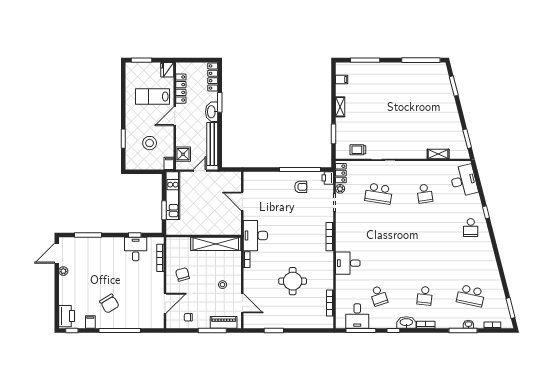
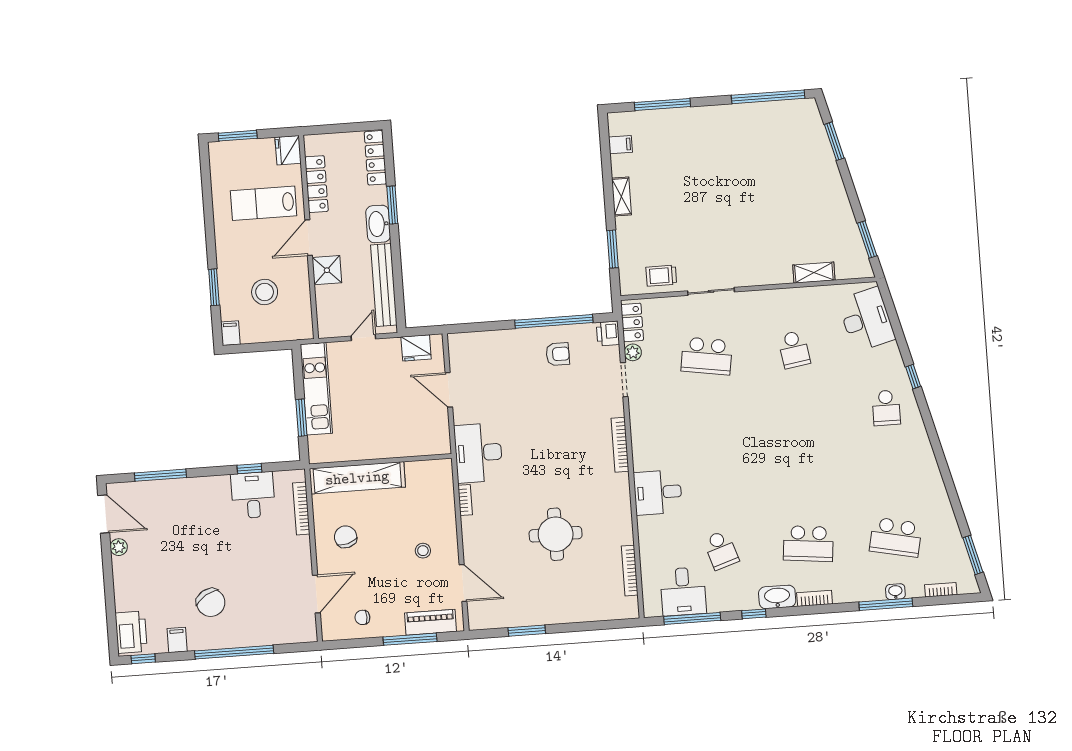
shower: (183, 154) -> (327, 270), moved
filing cabinet: (169, 163) -> (230, 333), moved
fridge: (227, 178) -> (416, 348), added
shelving: (216, 244) -> (357, 478), moved
door: (57, 253) -> (104, 514), swing flipped
school desk: (425, 296) -> (808, 544), width x1.85

